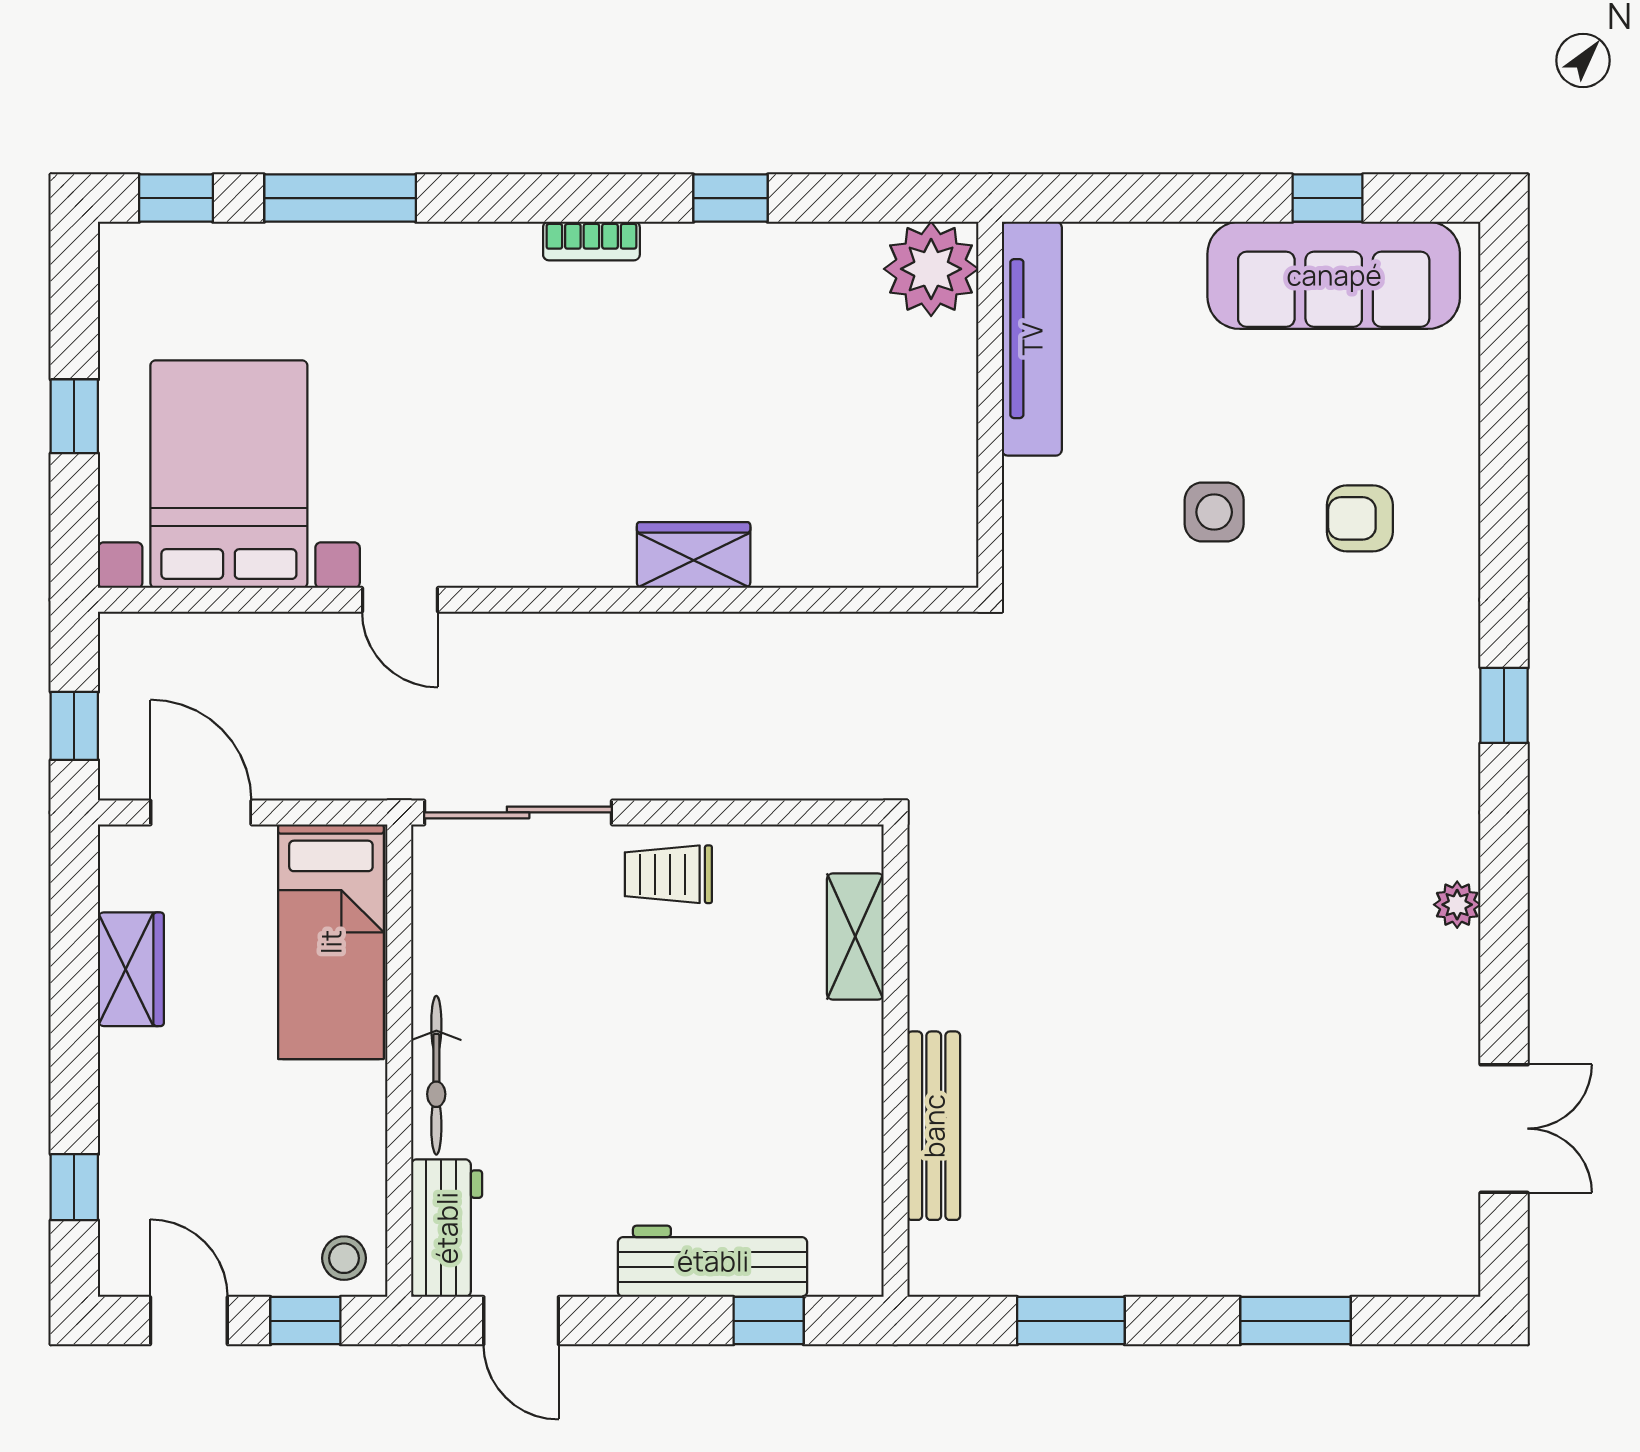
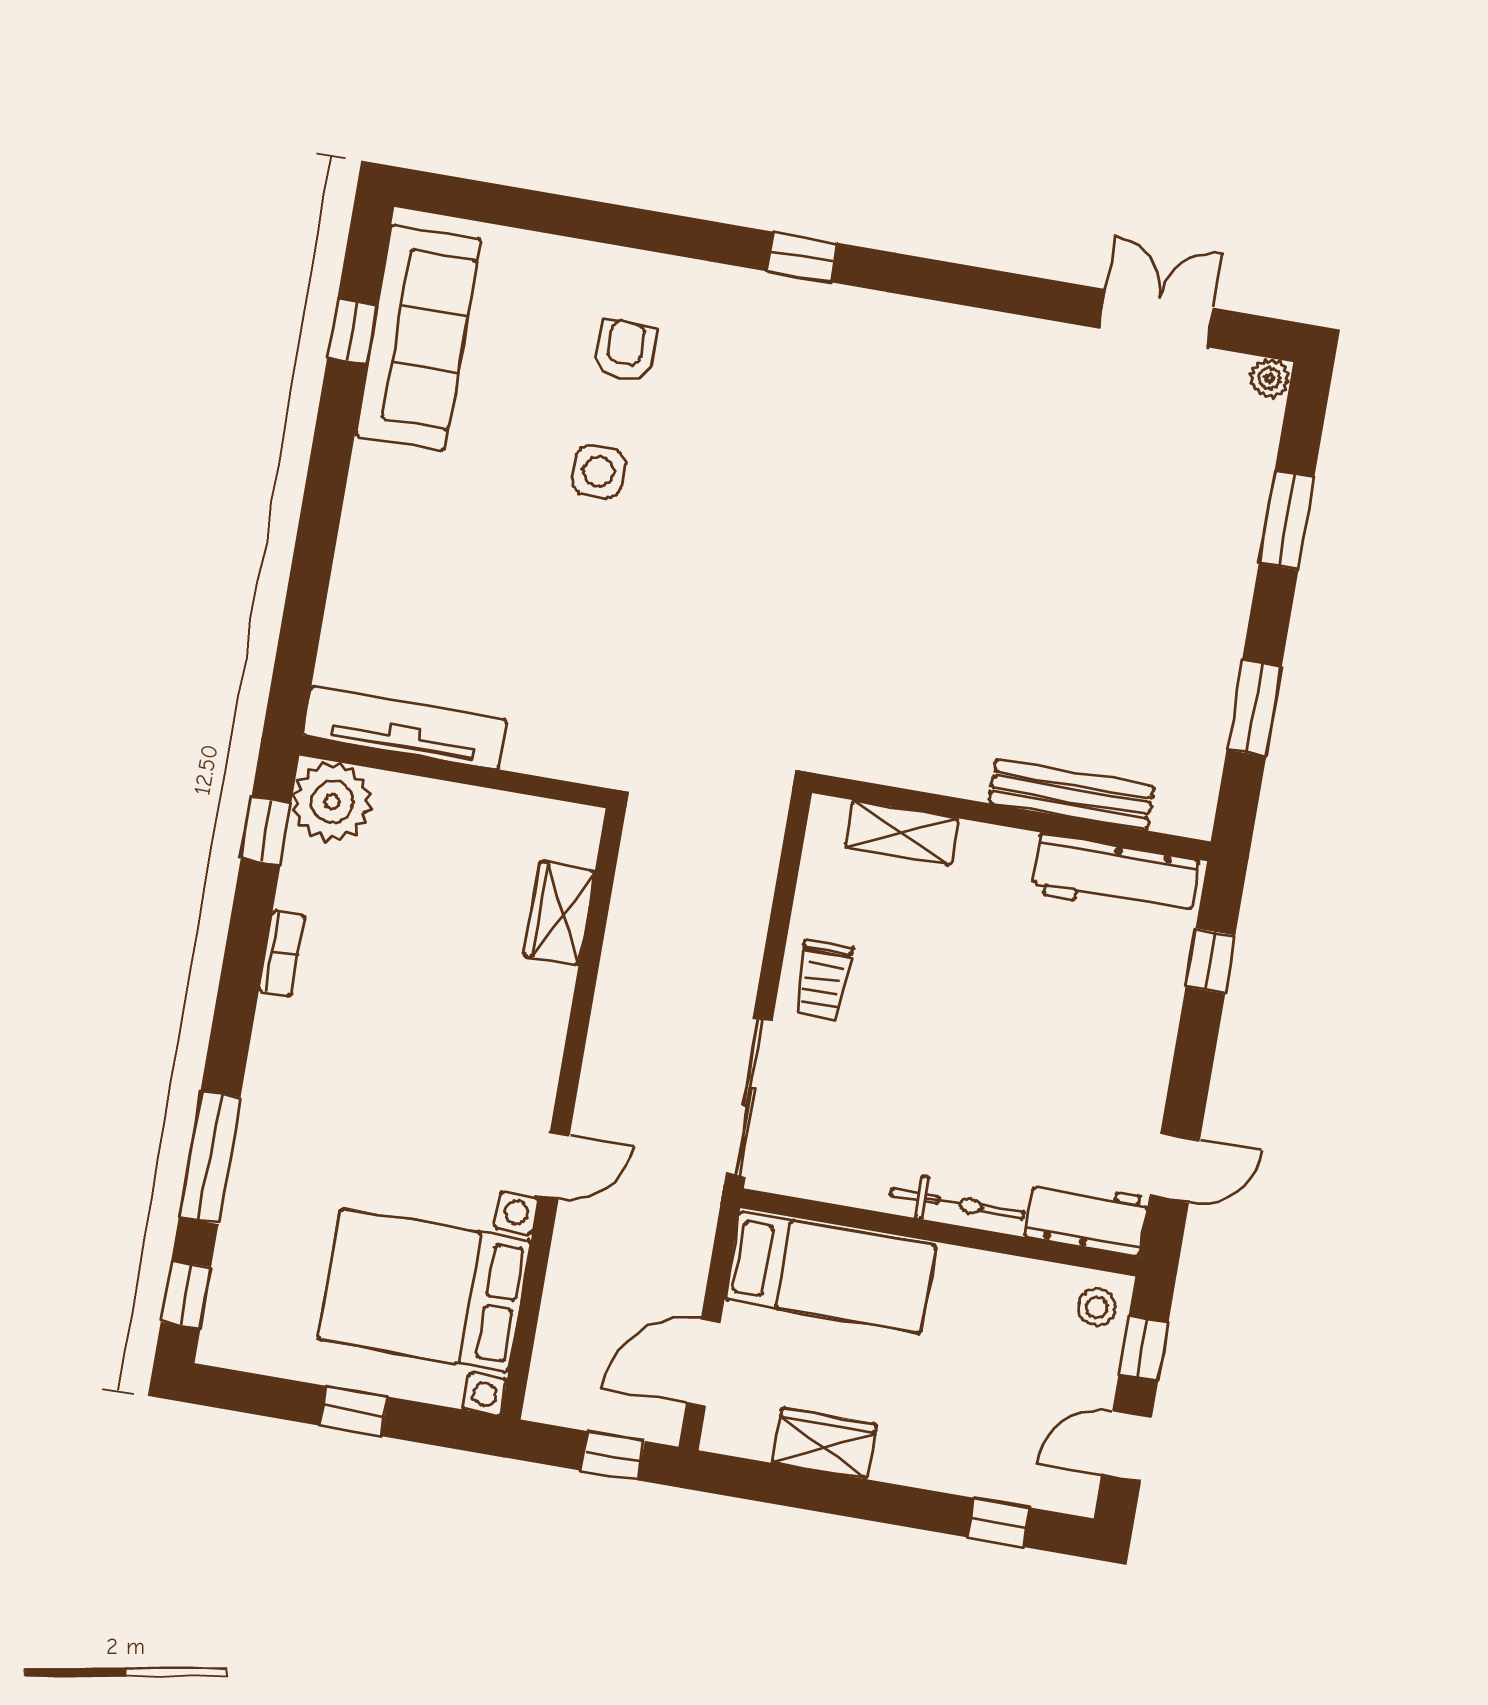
plant: (931, 269) -> (332, 802), moved
tv unit: (1032, 339) -> (405, 727), moved
wall: (990, 405) -> (454, 772), moved
armchair: (1360, 518) -> (625, 351), turned 180
plant: (1457, 905) -> (1269, 378), moved
workbench: (713, 1261) -> (1115, 876), moved, turned -90

